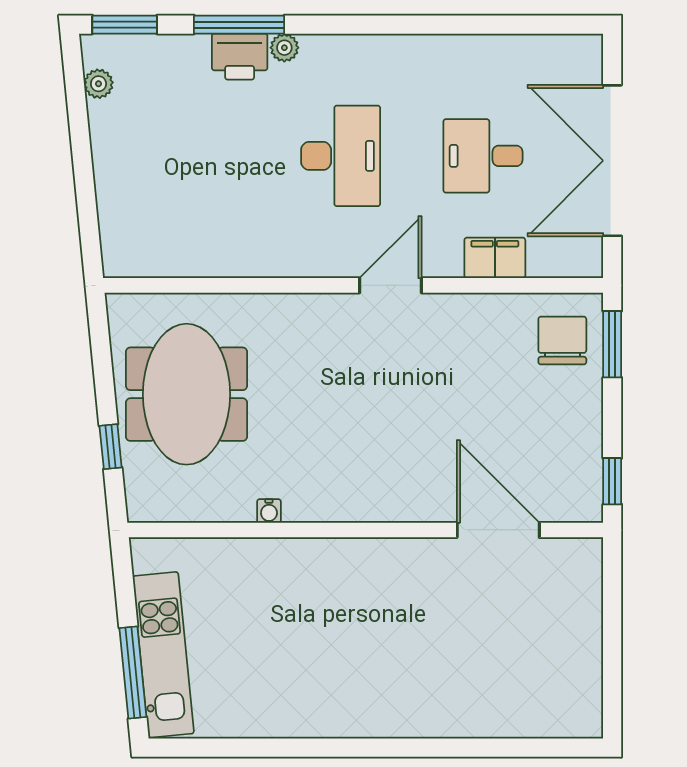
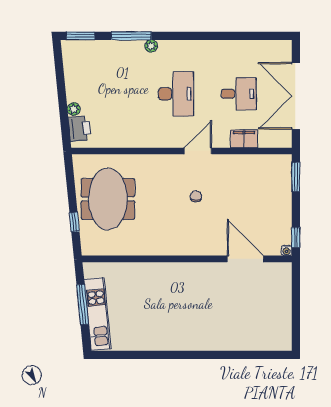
printer: (240, 57) -> (79, 129), moved, turned -96
plant: (98, 84) -> (74, 109), moved
desk: (483, 156) -> (239, 94), turned 180
chair: (562, 340) -> (196, 196), moved, width x0.54, depth x0.54
water cooler: (269, 511) -> (287, 251), moved
window: (133, 672) -> (83, 304), moved

